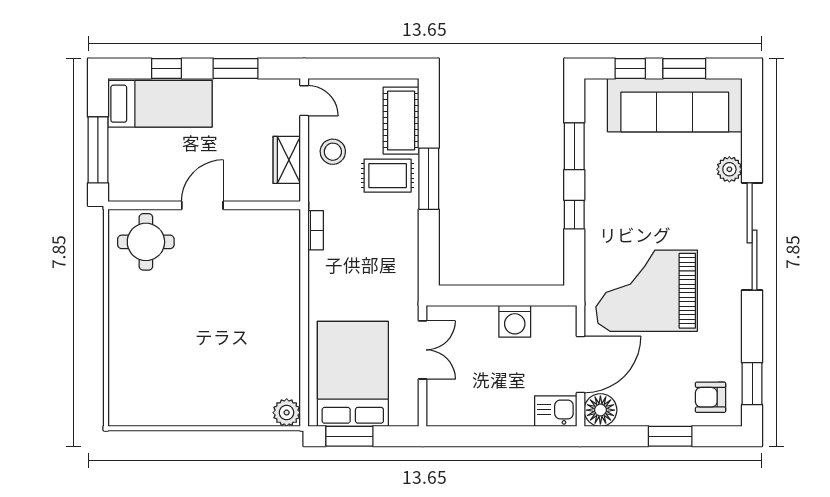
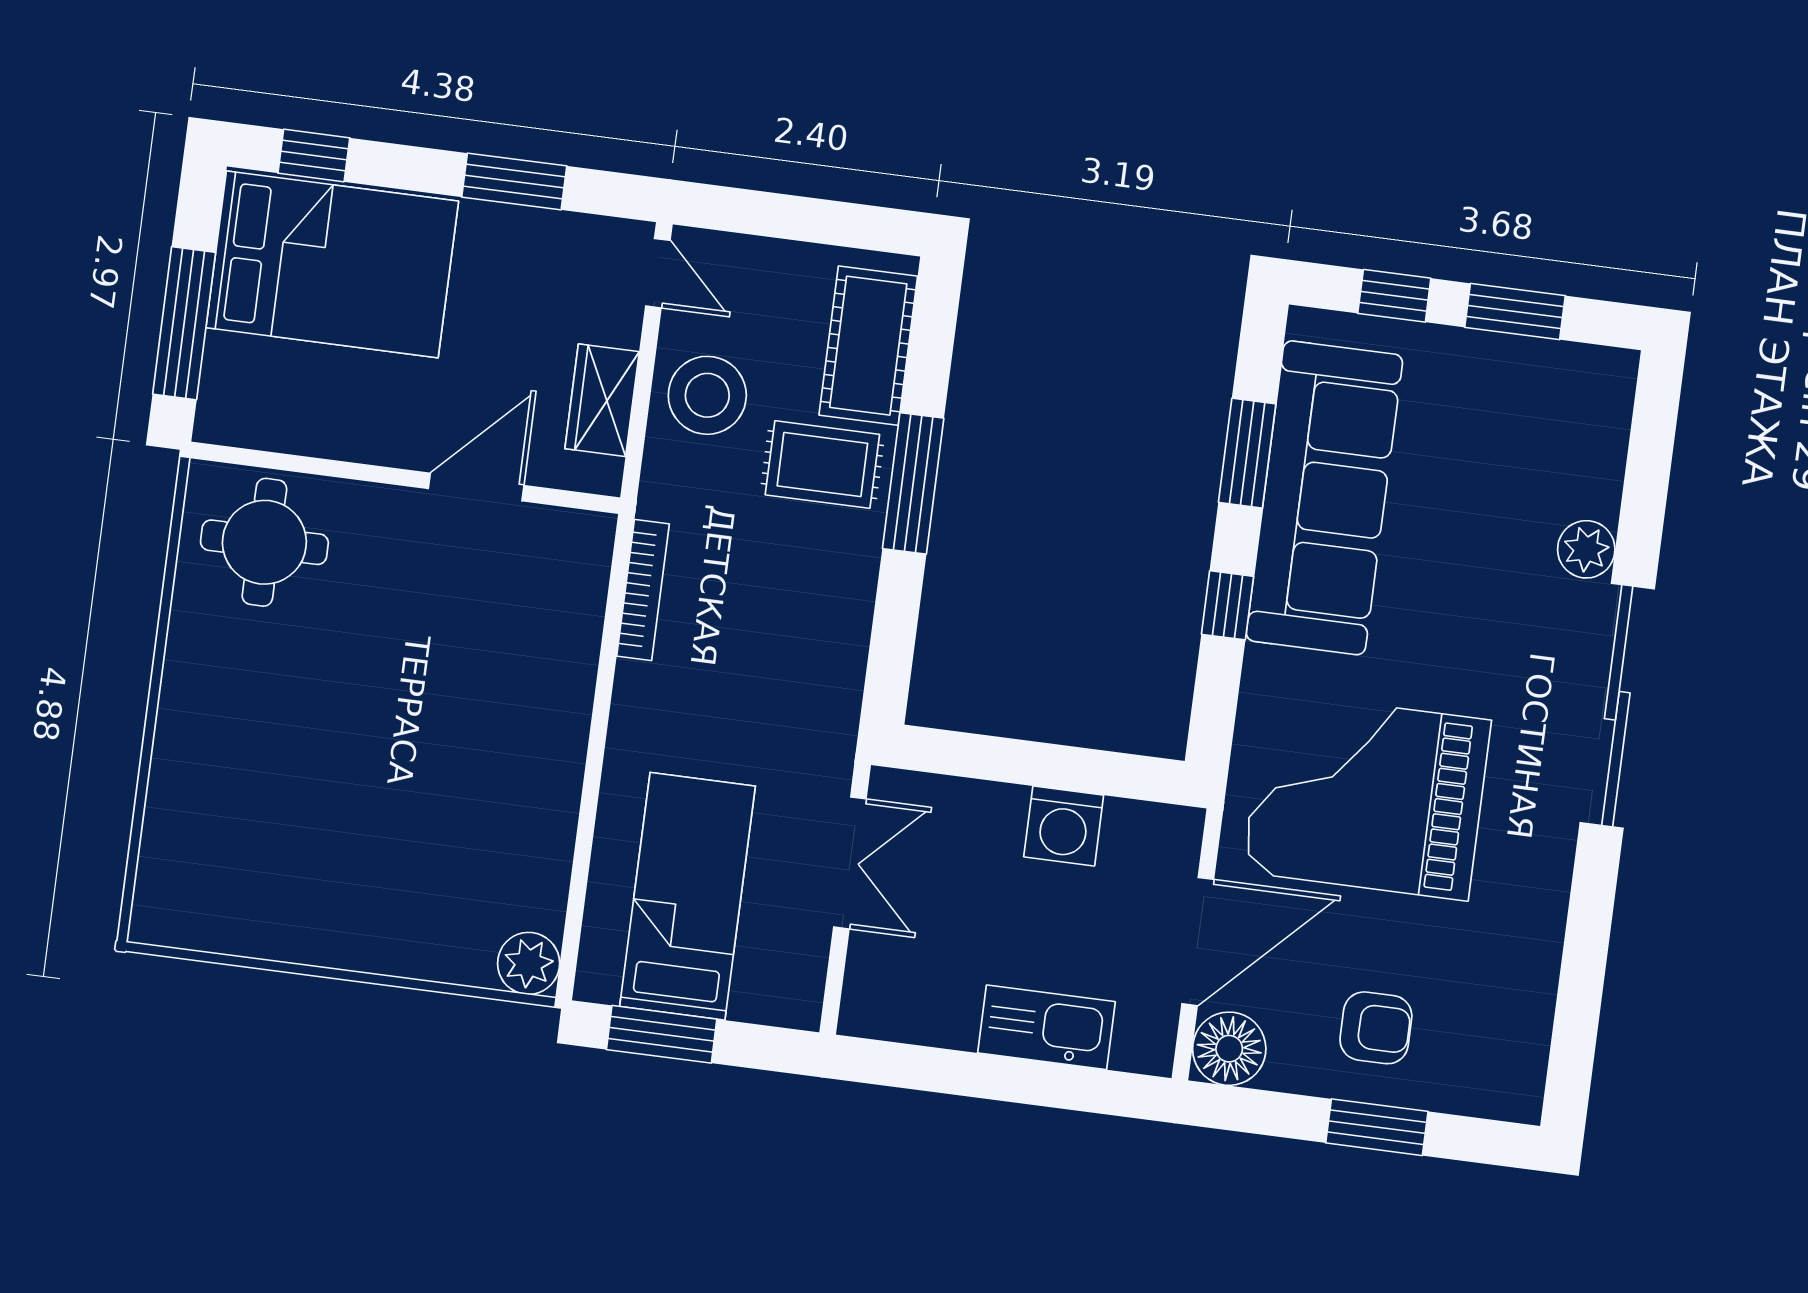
window: (166, 68) -> (314, 155), moved
bed: (160, 104) -> (332, 264), width x1.50
sofa: (675, 105) -> (1324, 498), moved, turned -90
stool: (333, 152) -> (707, 395), width x1.38, depth x1.38
door: (202, 205) -> (476, 487), moved
bookcase: (316, 230) -> (643, 590), width x1.56
bed: (353, 374) -> (687, 896), width x0.67
window: (752, 384) -> (1575, 1034), removed
armchair: (710, 397) -> (1376, 1028), moved, turned 180
kitchen sink: (556, 411) -> (1046, 1027), moved, width x1.38

